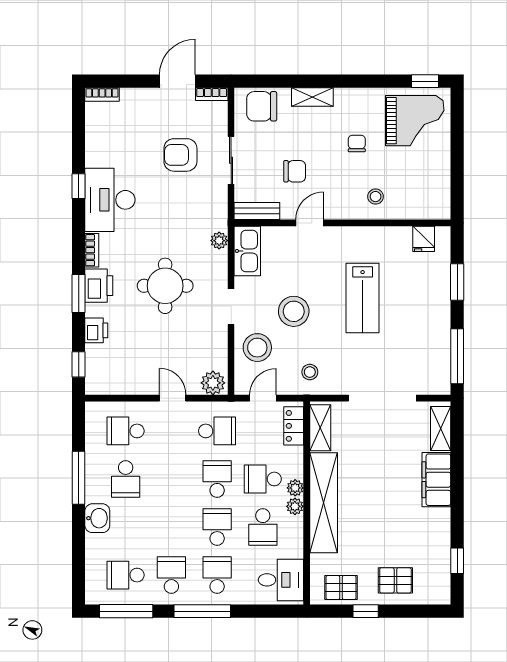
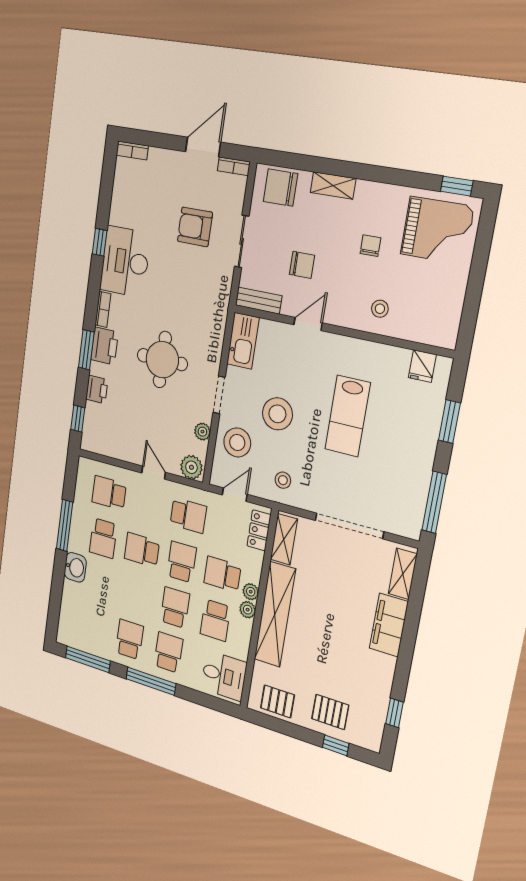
plant: (219, 241) -> (202, 432), moved
school desk: (126, 575) -> (142, 550), moved
window: (366, 611) -> (336, 745), moved

